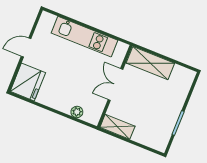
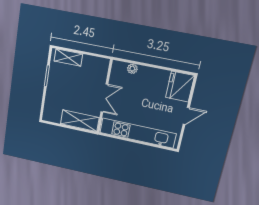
kitchen unit: (84, 37) -> (138, 133), width x1.36
shelving: (117, 127) -> (68, 57), moved

